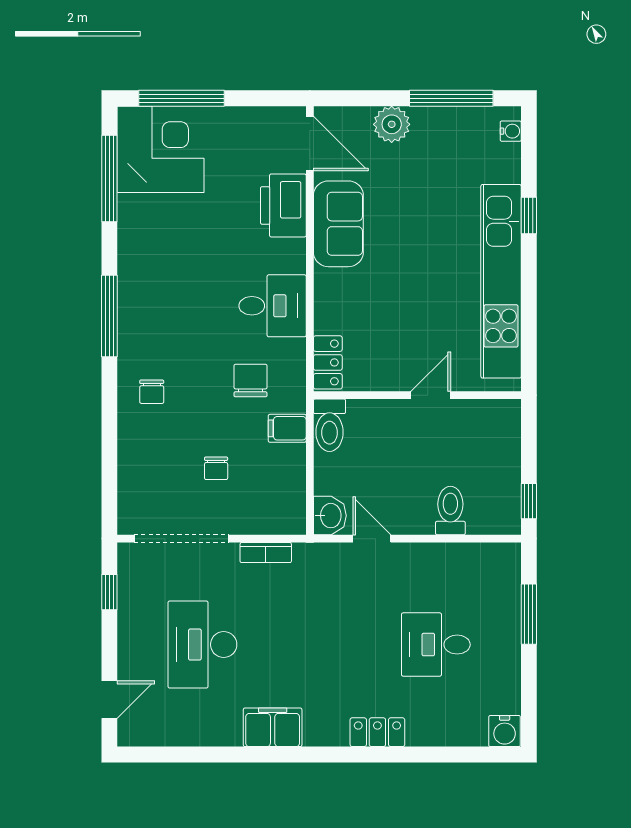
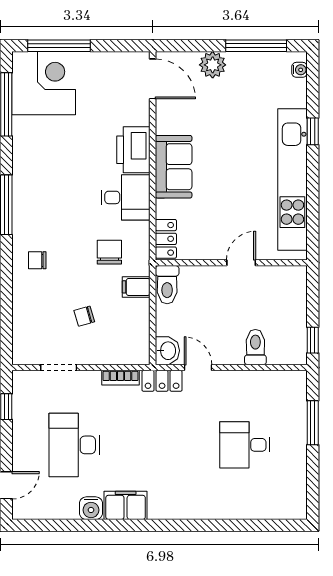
printer: (283, 205) -> (133, 150), moved
sofa: (338, 224) -> (174, 167), moved
chair: (152, 392) -> (37, 260), turned 90
chair: (216, 468) -> (84, 316), turned 74
doorway: (181, 539) -> (59, 367), width x0.53
water cooler: (505, 731) -> (91, 508), moved
locker: (377, 732) -> (162, 381), moved, turned 180

